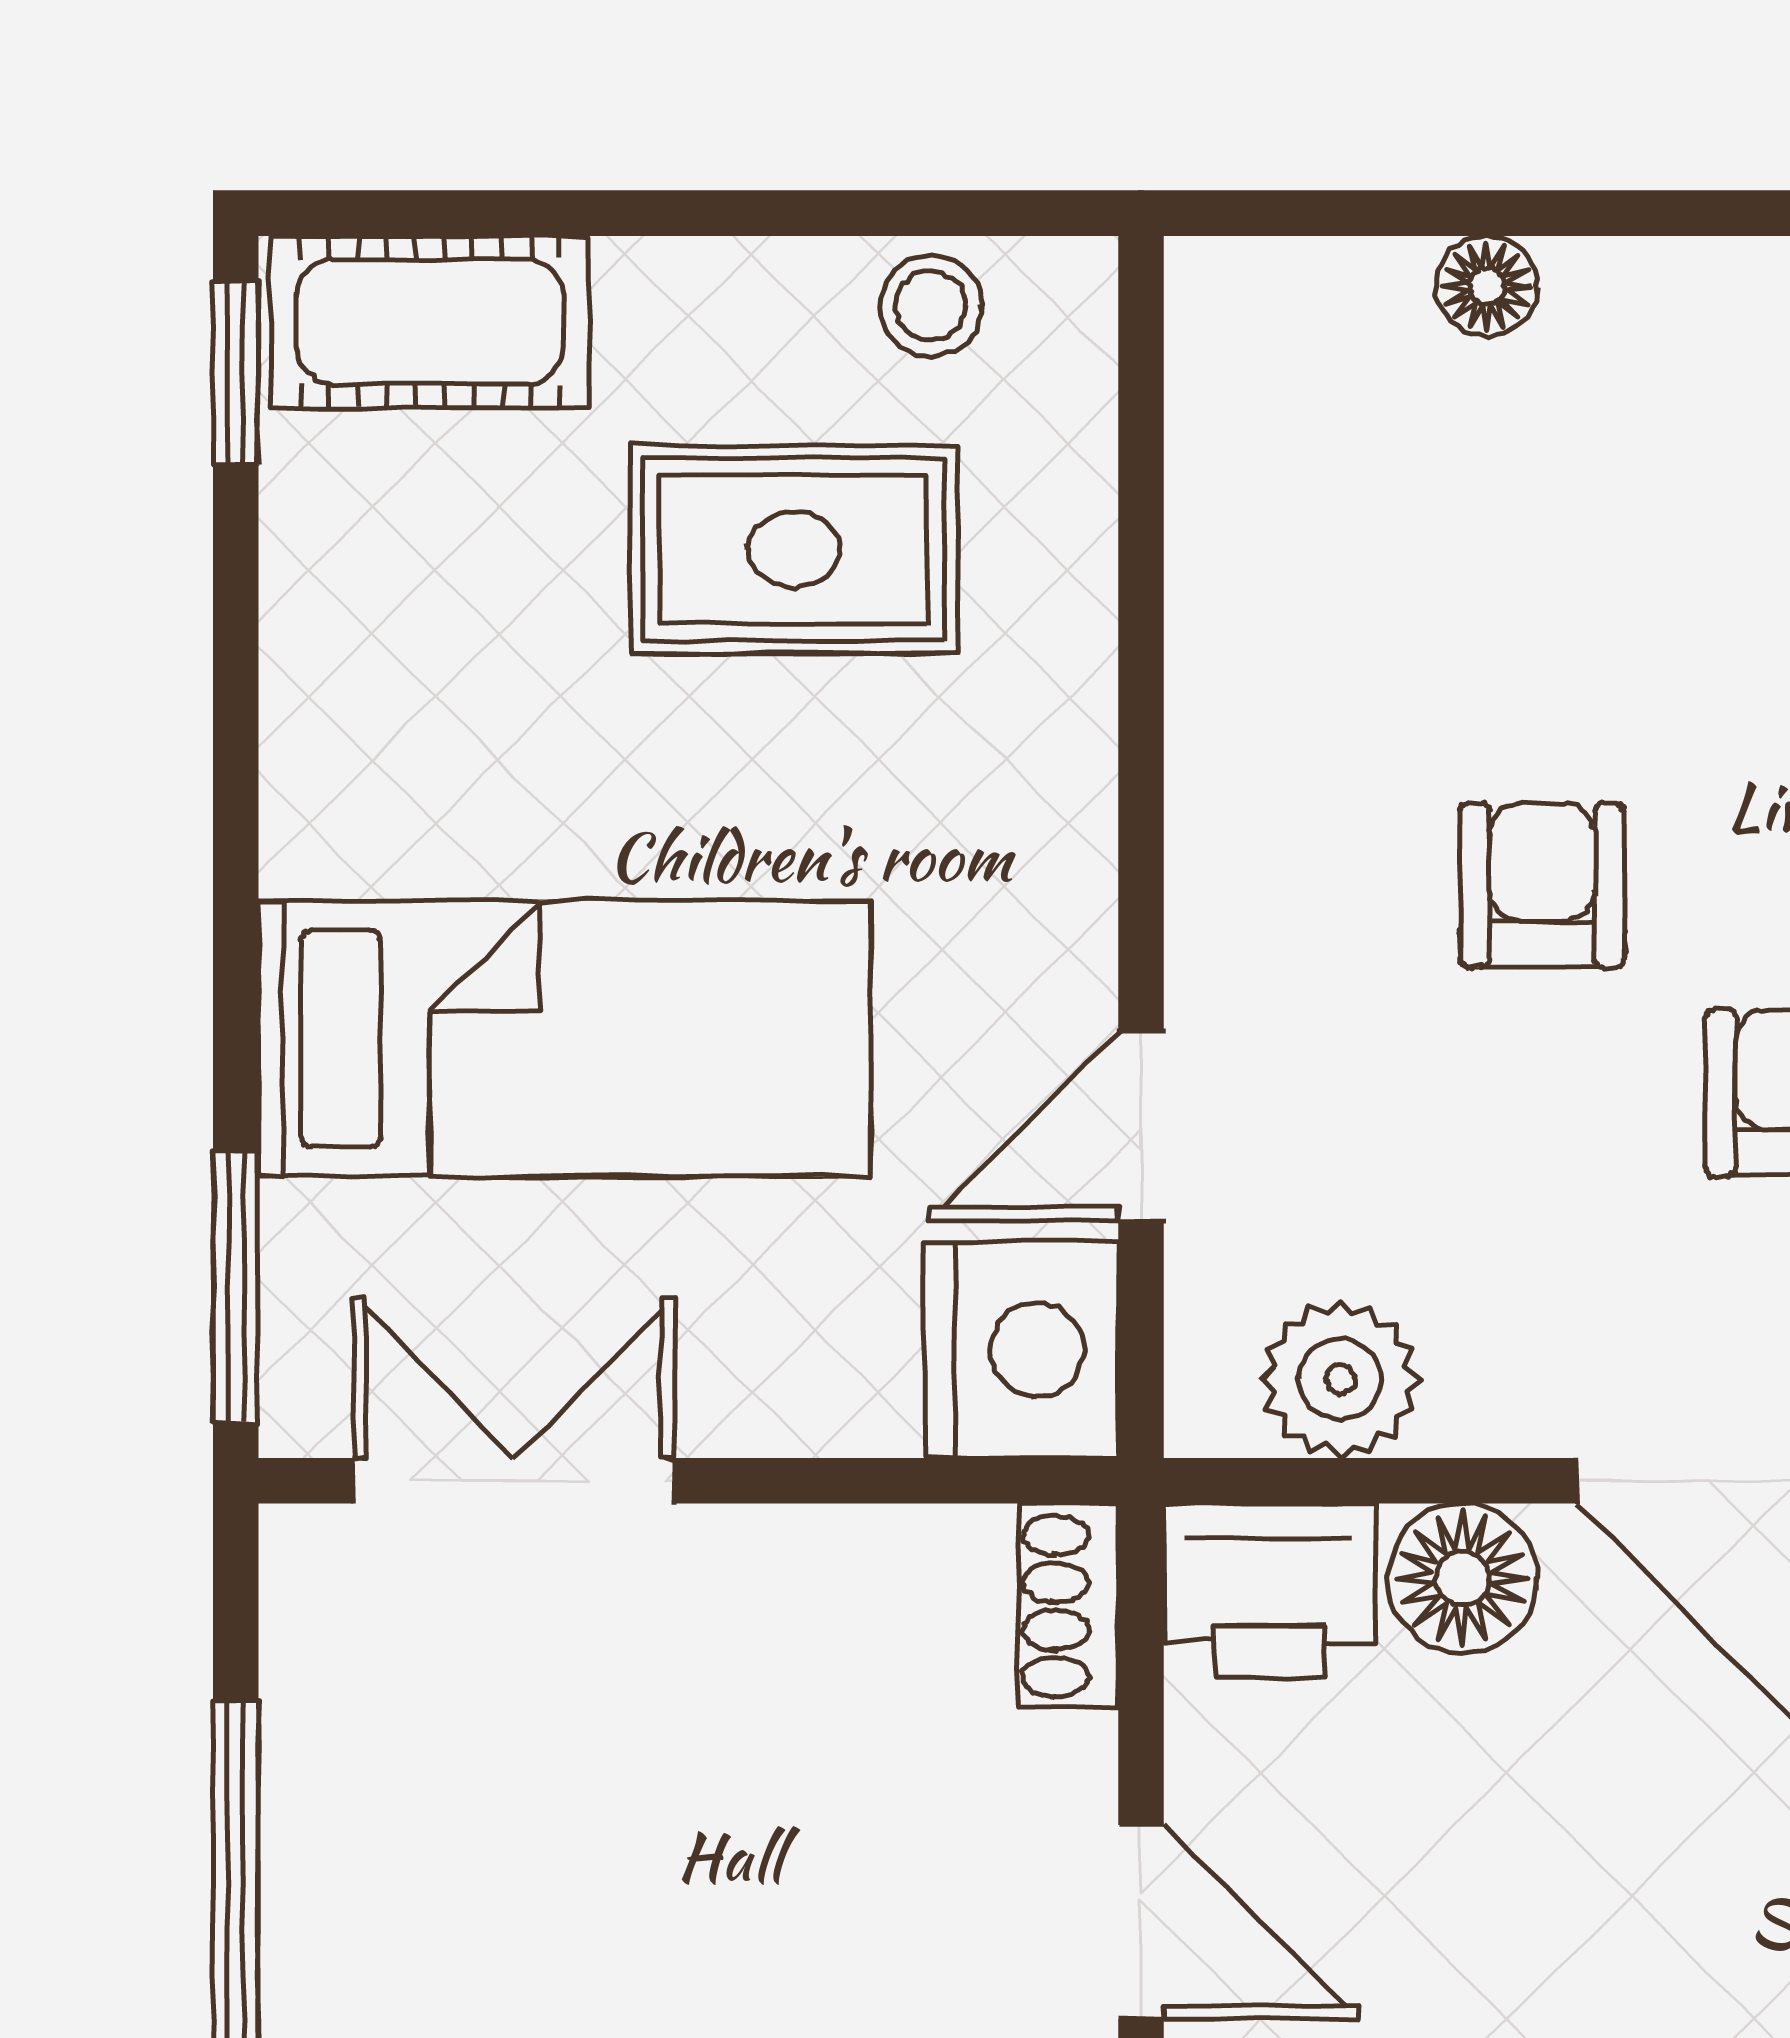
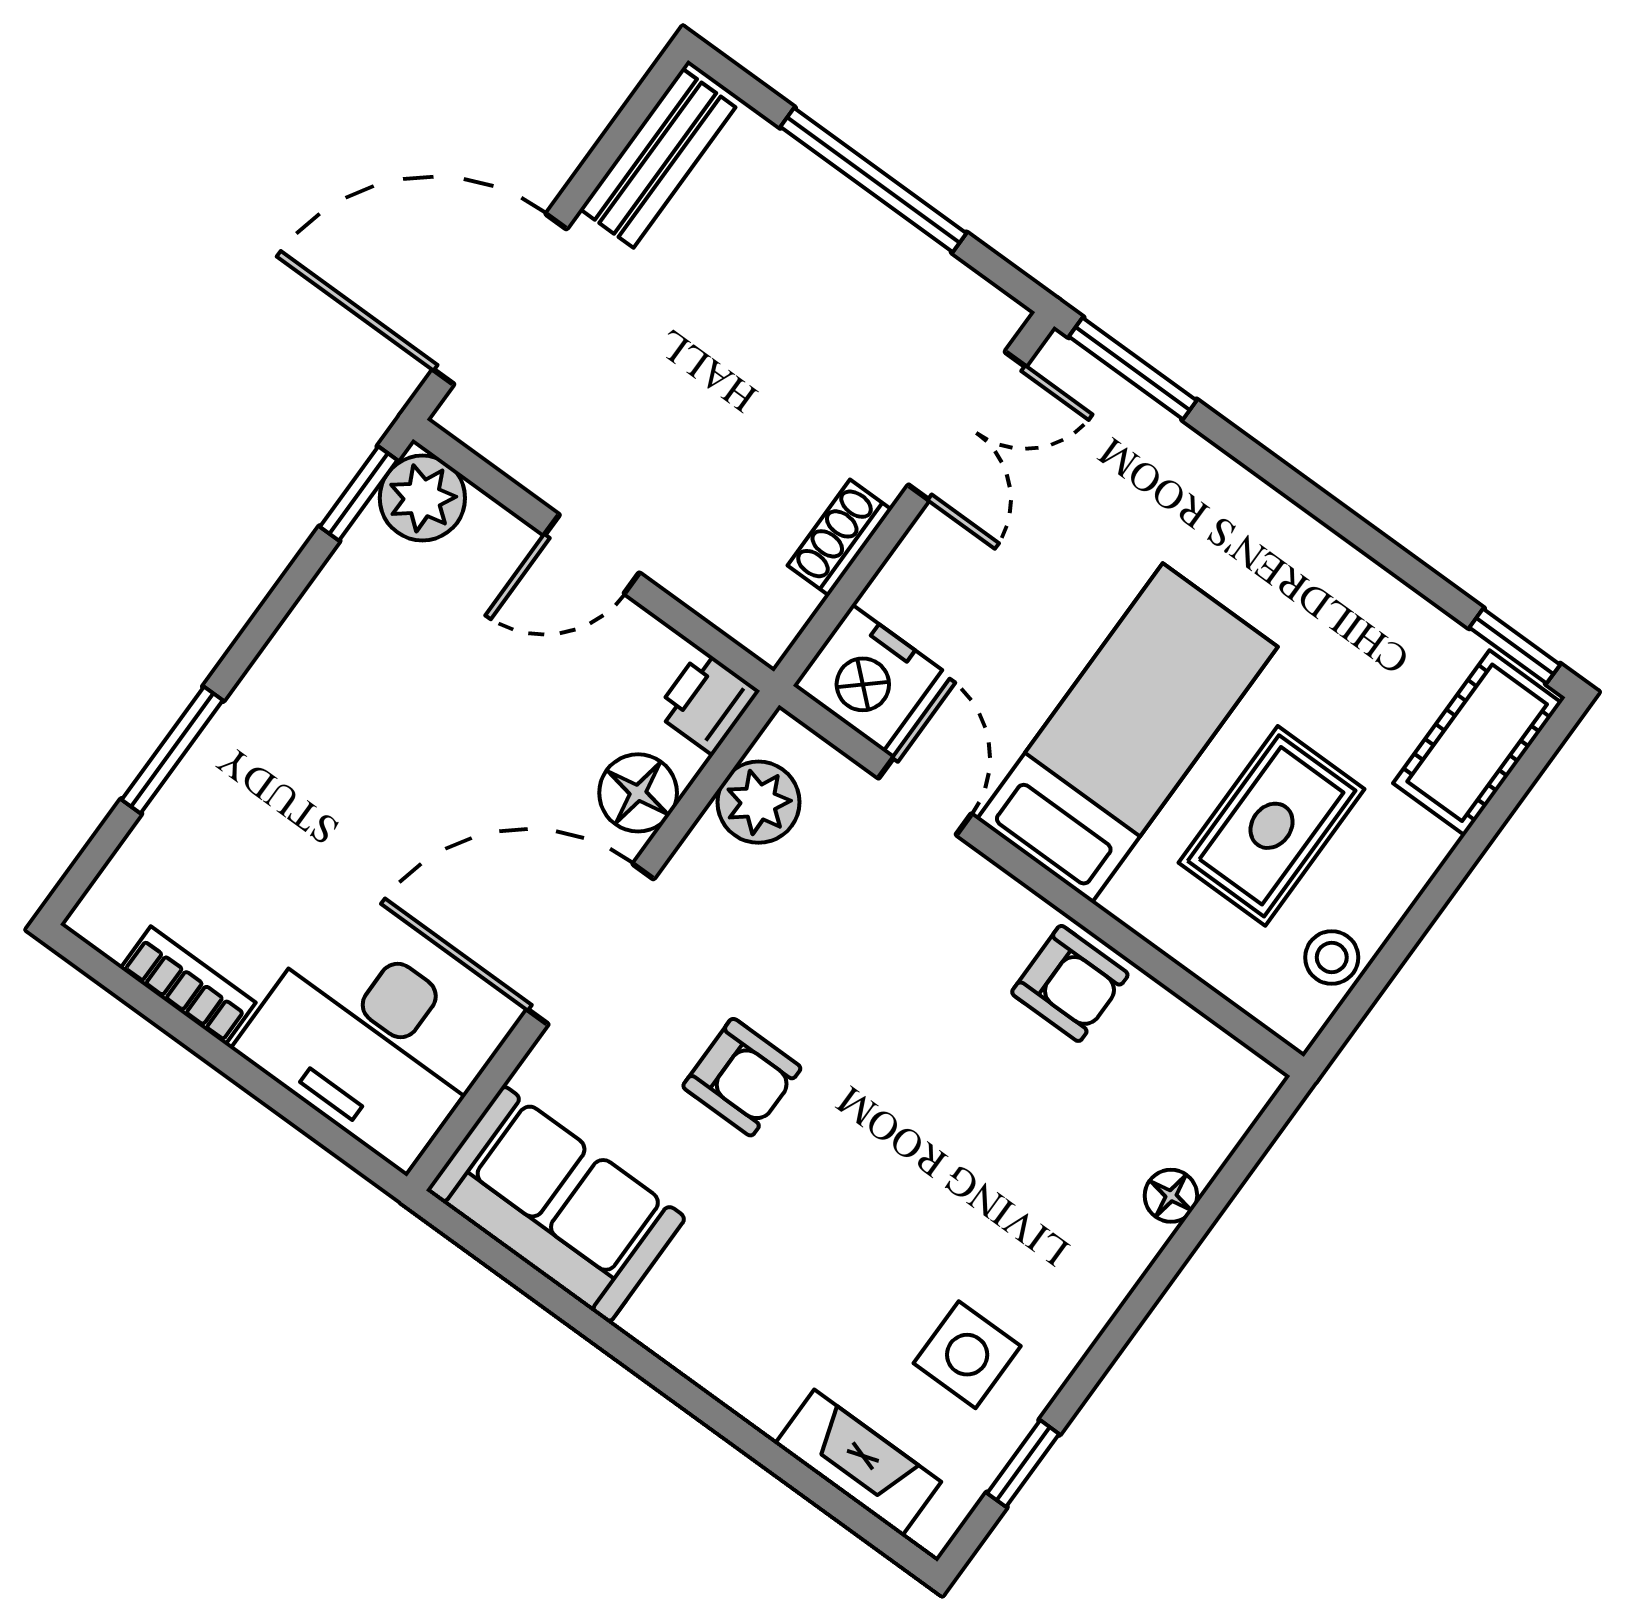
armchair: (1542, 885) -> (1070, 983), moved
bed: (564, 1039) -> (1127, 733), moved, turned 180
printer: (1270, 1591) -> (707, 702), width x0.73, depth x0.81
shoe rack: (1069, 1606) -> (840, 538), moved, turned -90

